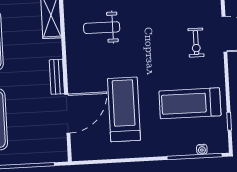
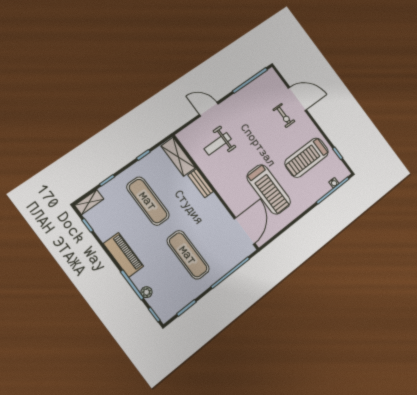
bench: (57, 77) -> (201, 183), moved
treadmill: (124, 109) -> (269, 189), turned 180
door: (67, 114) -> (245, 231), moved

